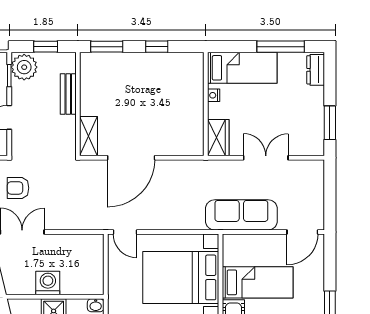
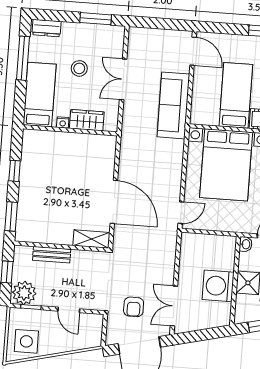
stool: (274, 109) -> (79, 68), added
wardrobe: (218, 138) -> (87, 120), moved
washing machine: (48, 283) -> (218, 286), width x1.37, depth x1.37

